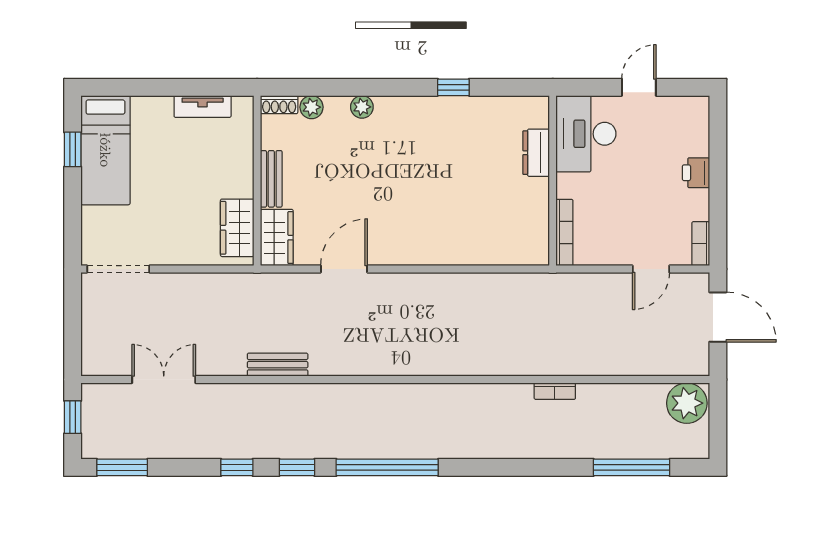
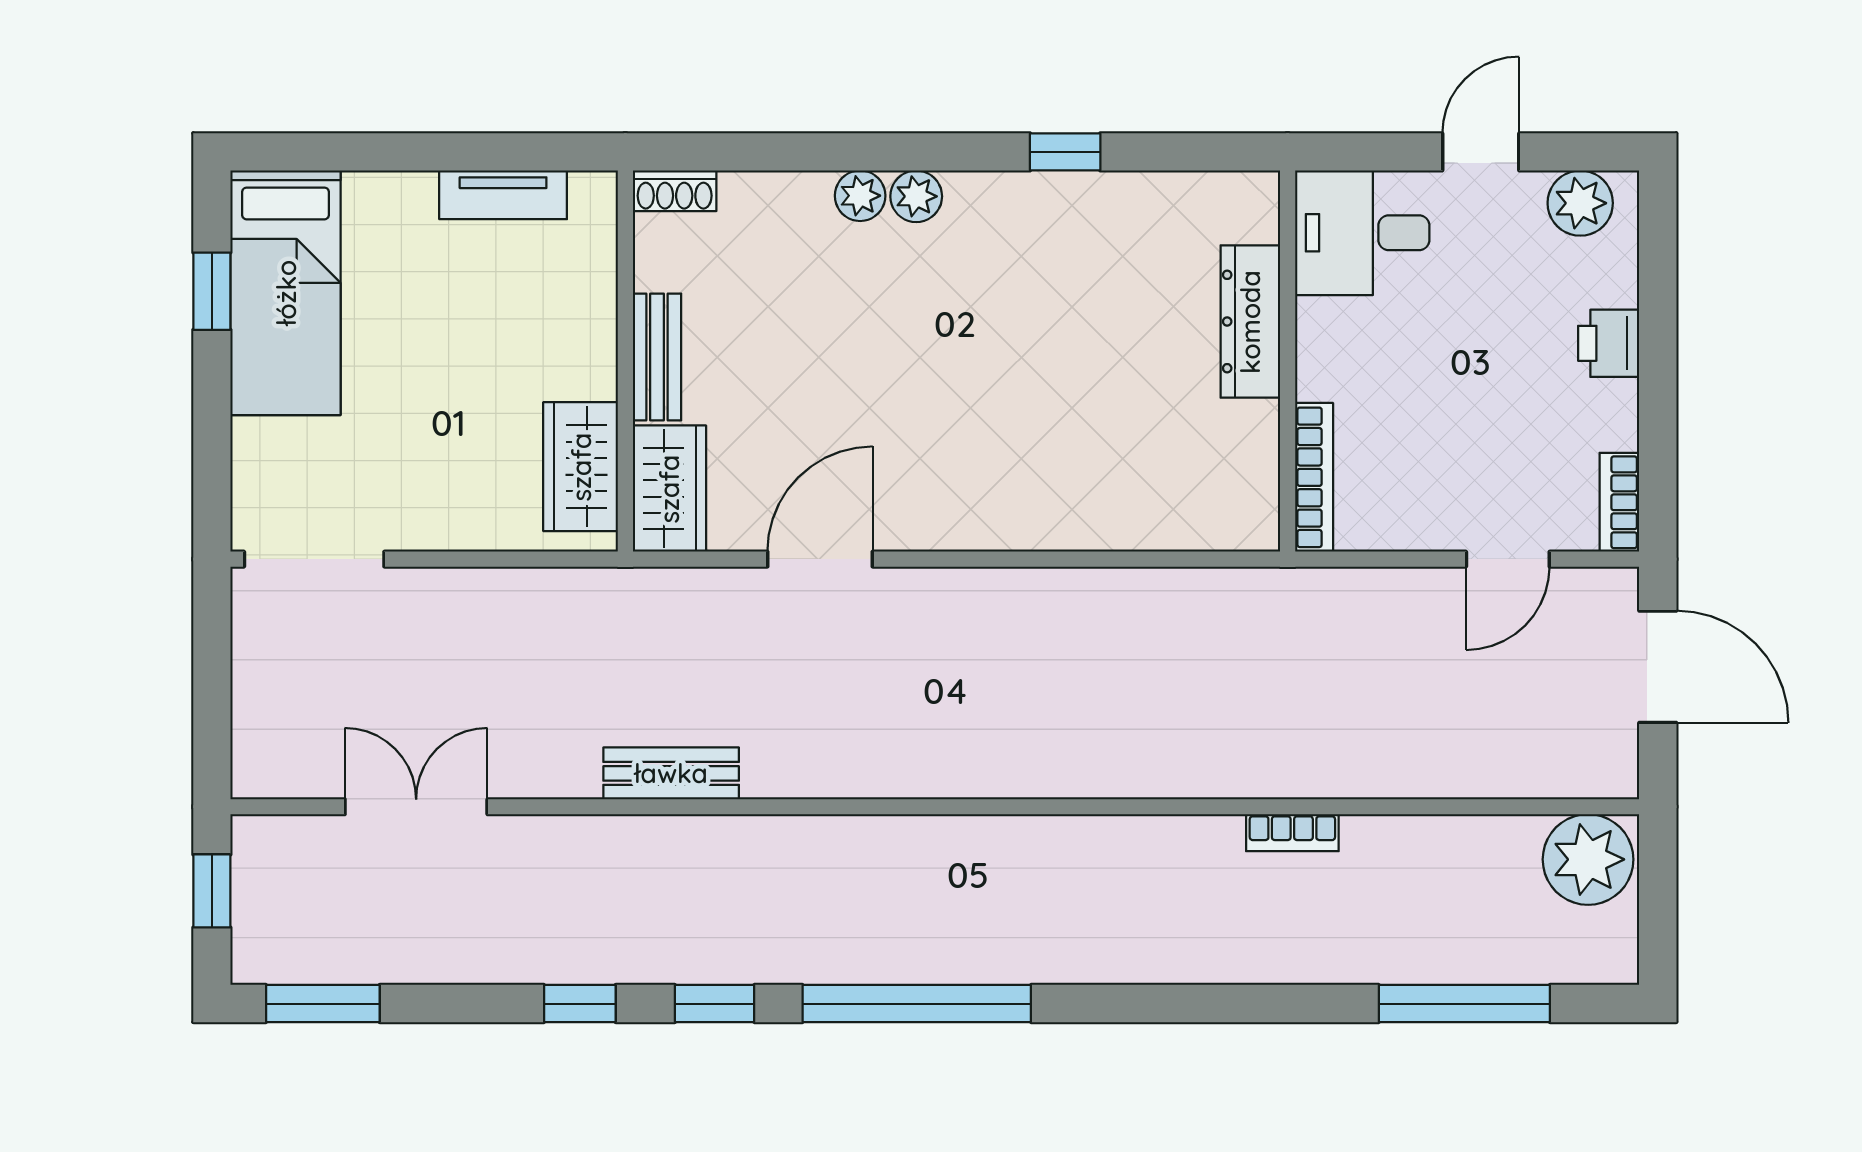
plant: (312, 107) -> (916, 196), moved
plant: (683, 110) -> (1580, 203), added
desk: (586, 134) -> (1362, 233), width x0.73
dresser: (536, 153) -> (1250, 322), width x1.44

